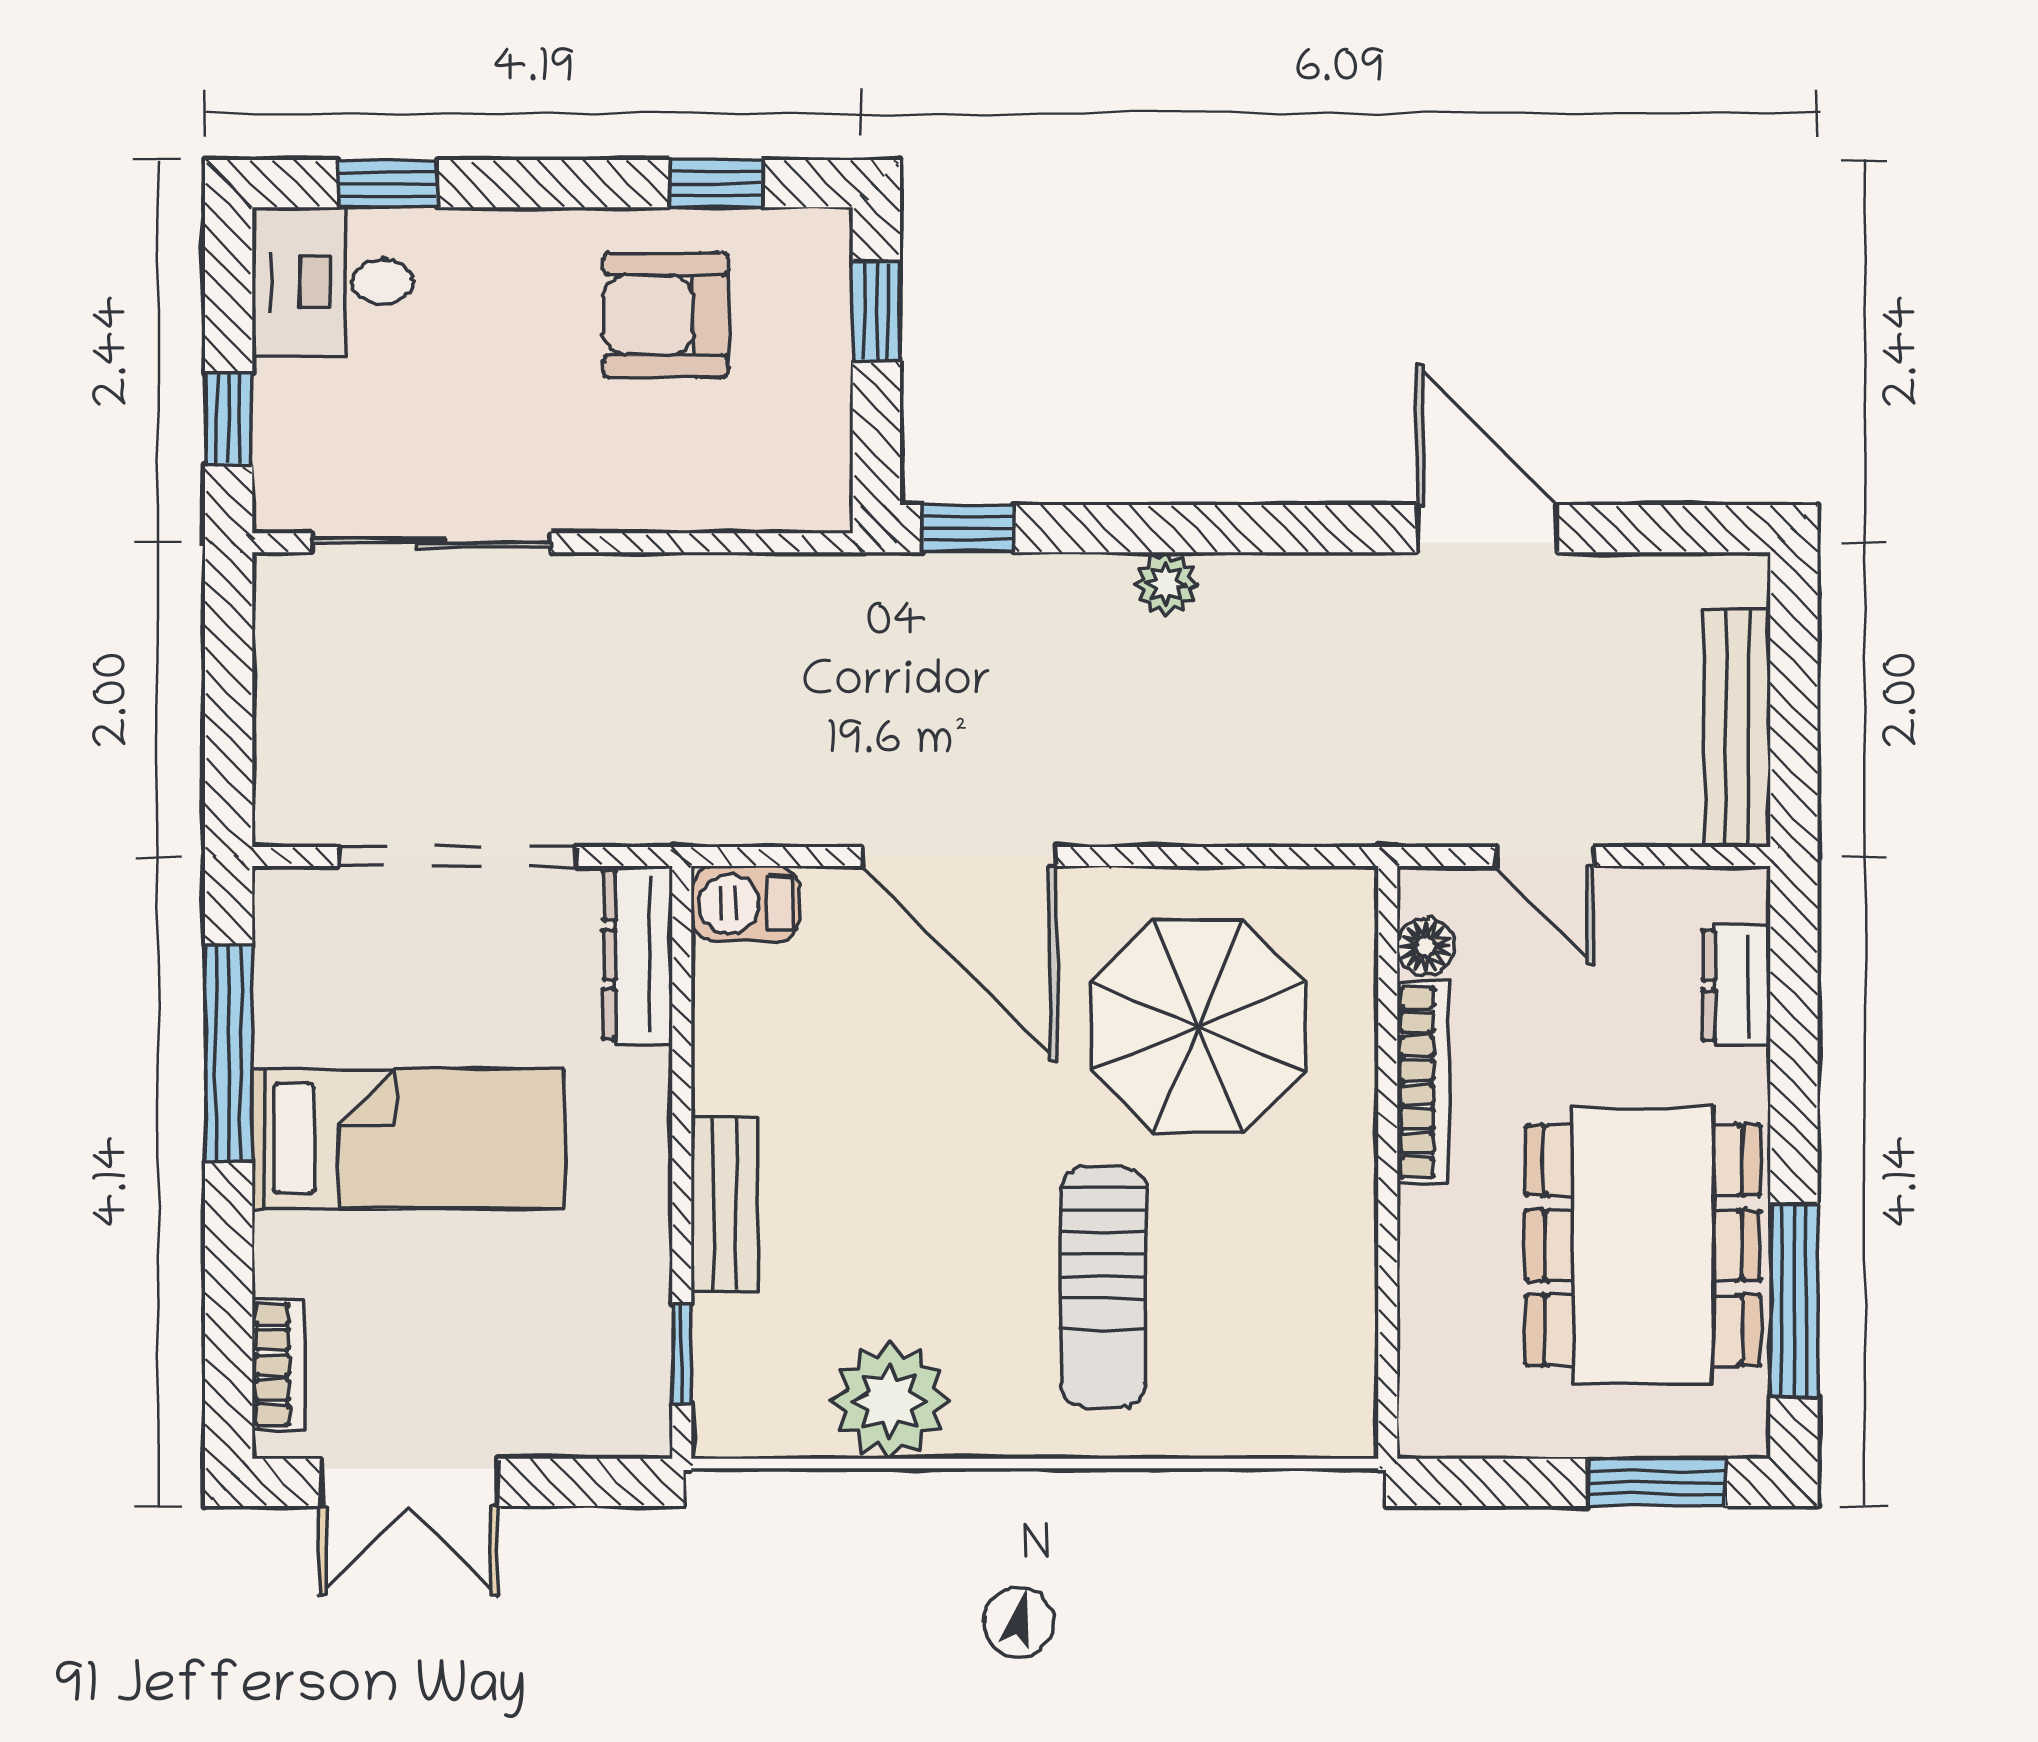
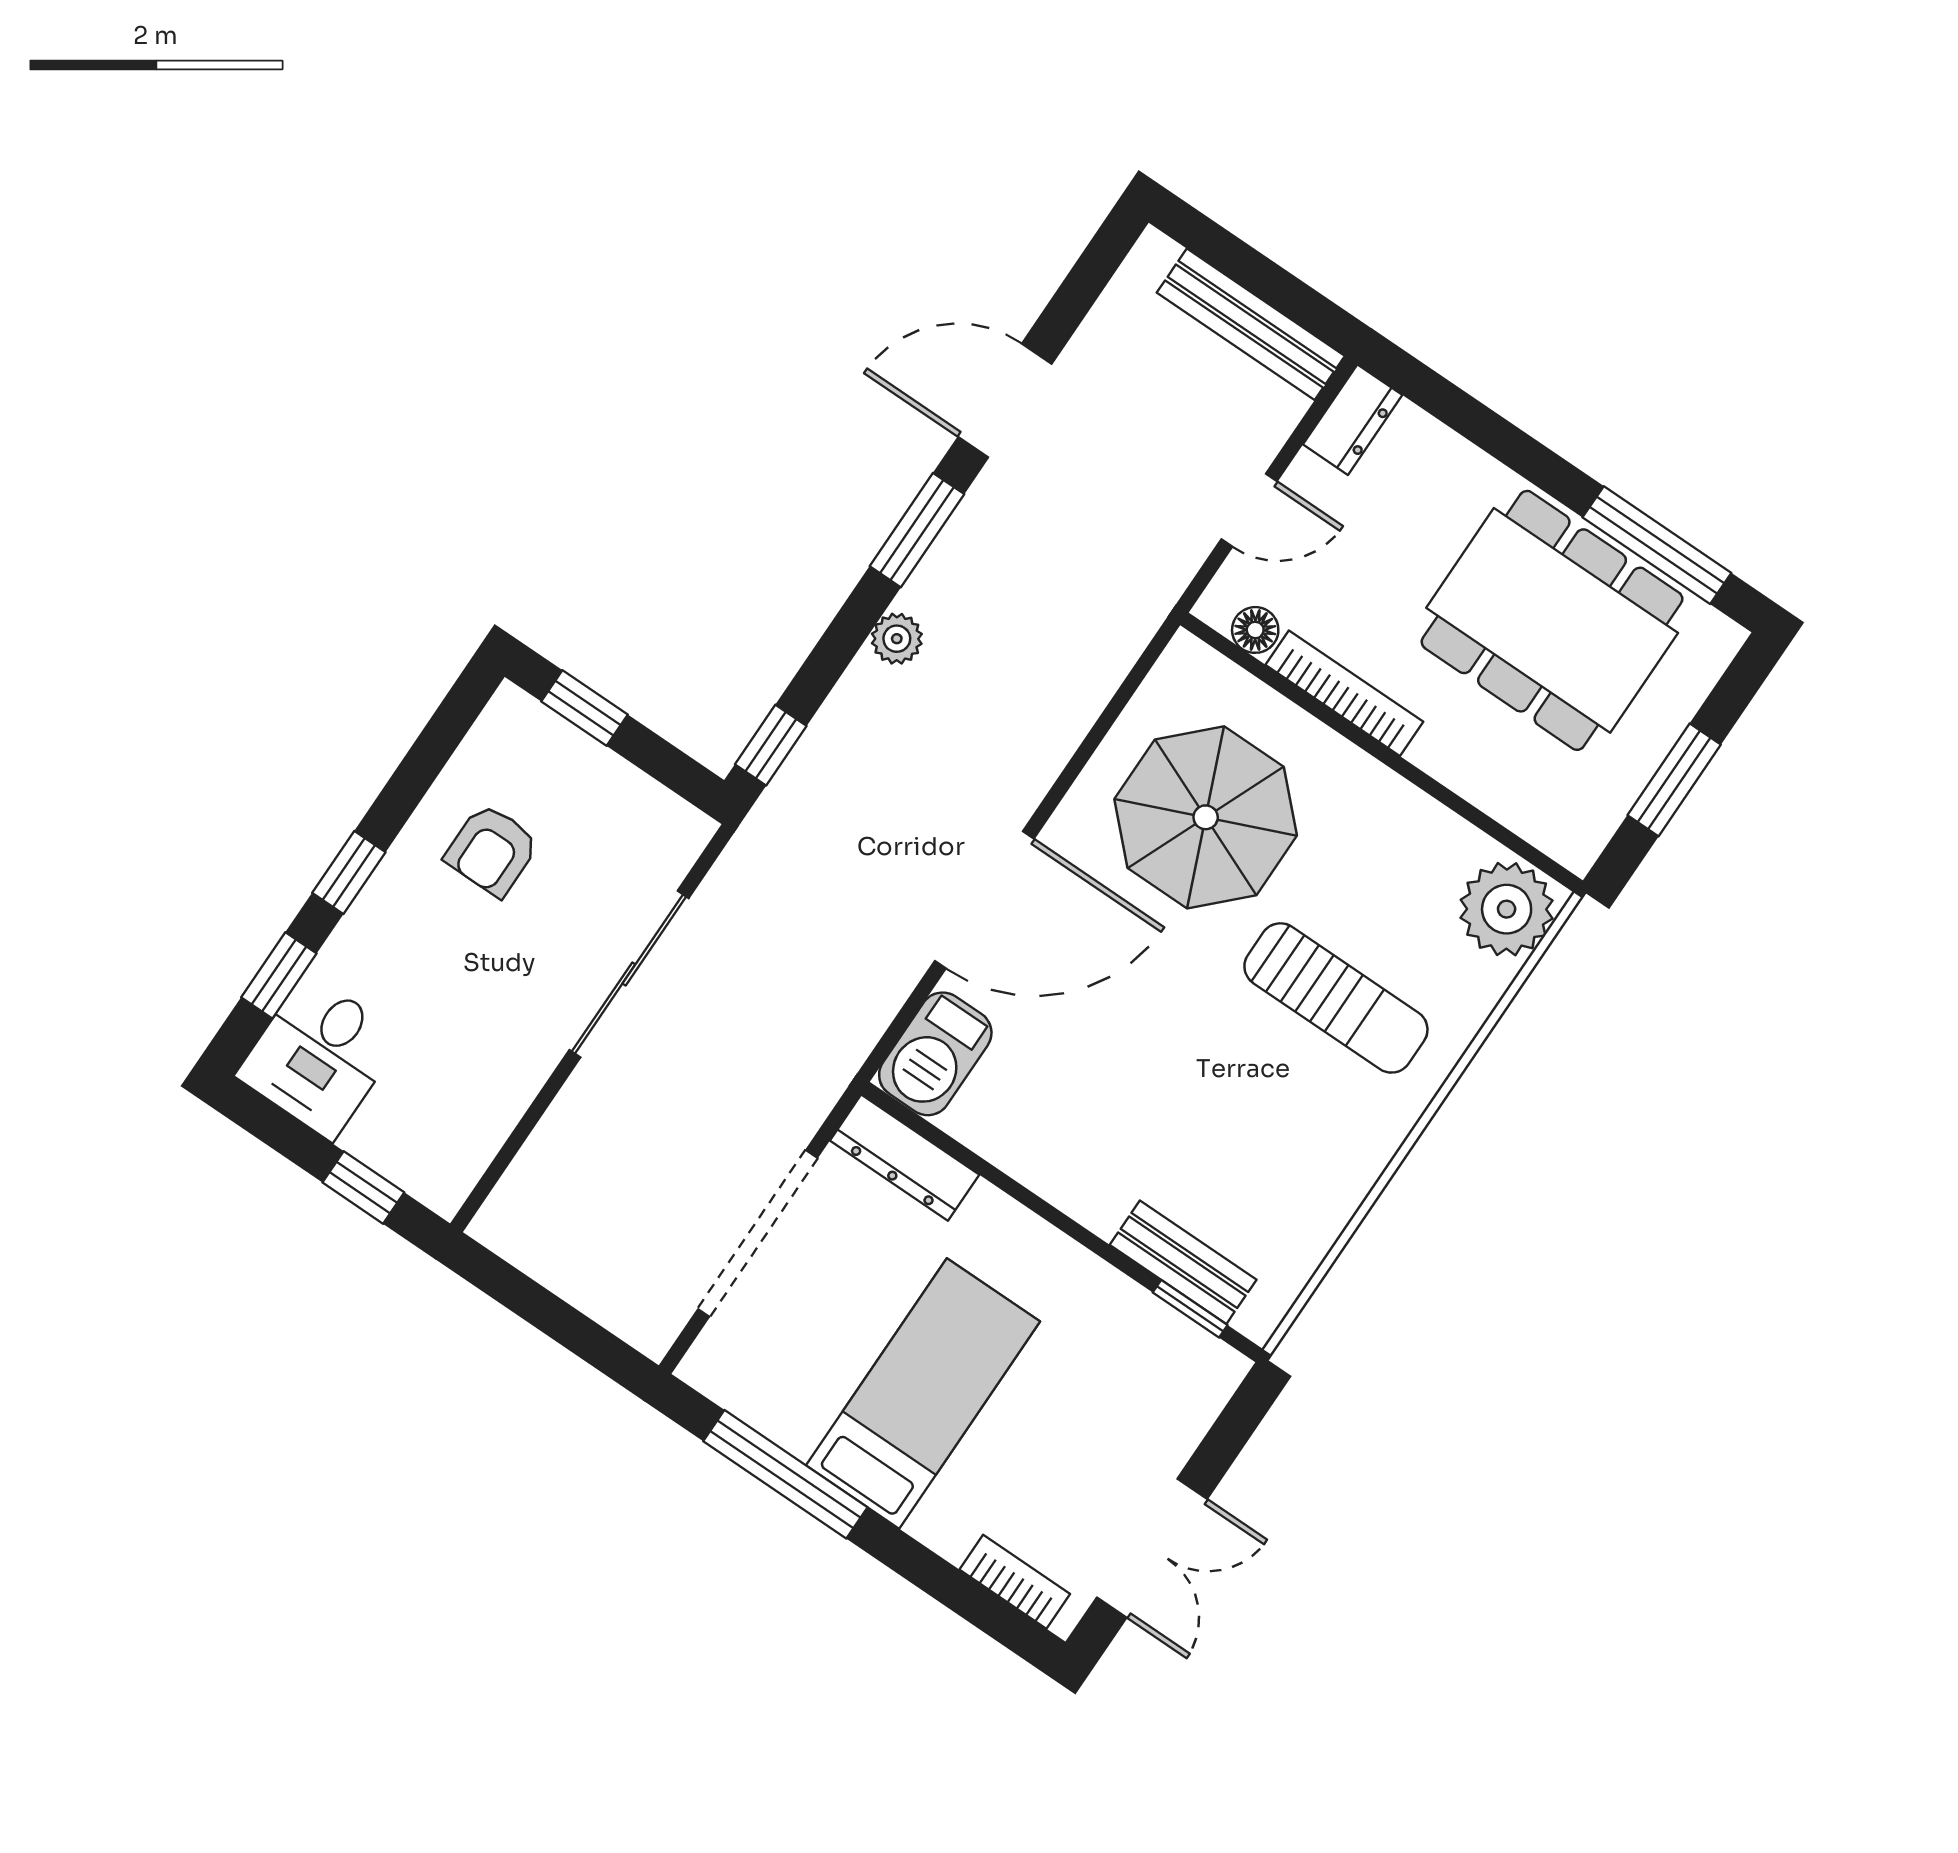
window: (717, 184) -> (349, 872), moved
armchair: (666, 315) -> (492, 850), width x0.72, depth x0.72
window: (1292, 529) -> (917, 530), added
sliding door: (432, 543) -> (629, 974), moved
barbecue: (746, 904) -> (935, 1054), width x1.38, depth x1.27
dresser: (1737, 986) -> (1353, 420), moved, turned -90
bench: (725, 1204) -> (1183, 1262), moved
plant: (890, 1400) -> (1507, 909), moved
window: (1657, 1482) -> (1674, 780), moved

